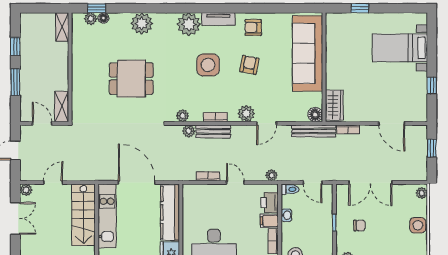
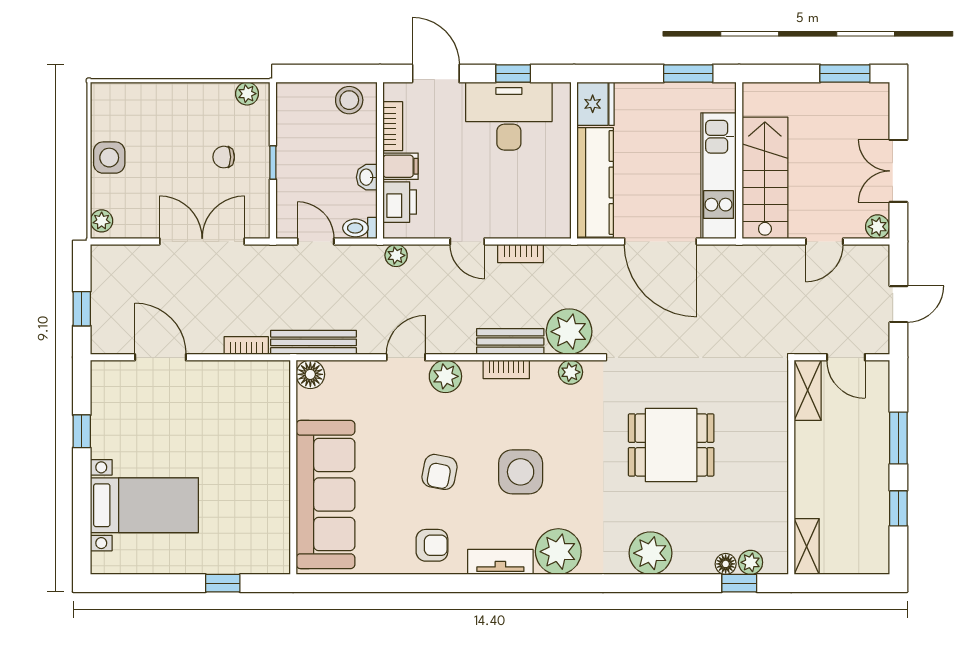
wardrobe: (334, 105) -> (273, 393), removed
plant: (189, 131) -> (569, 332), width x1.88, depth x1.88

